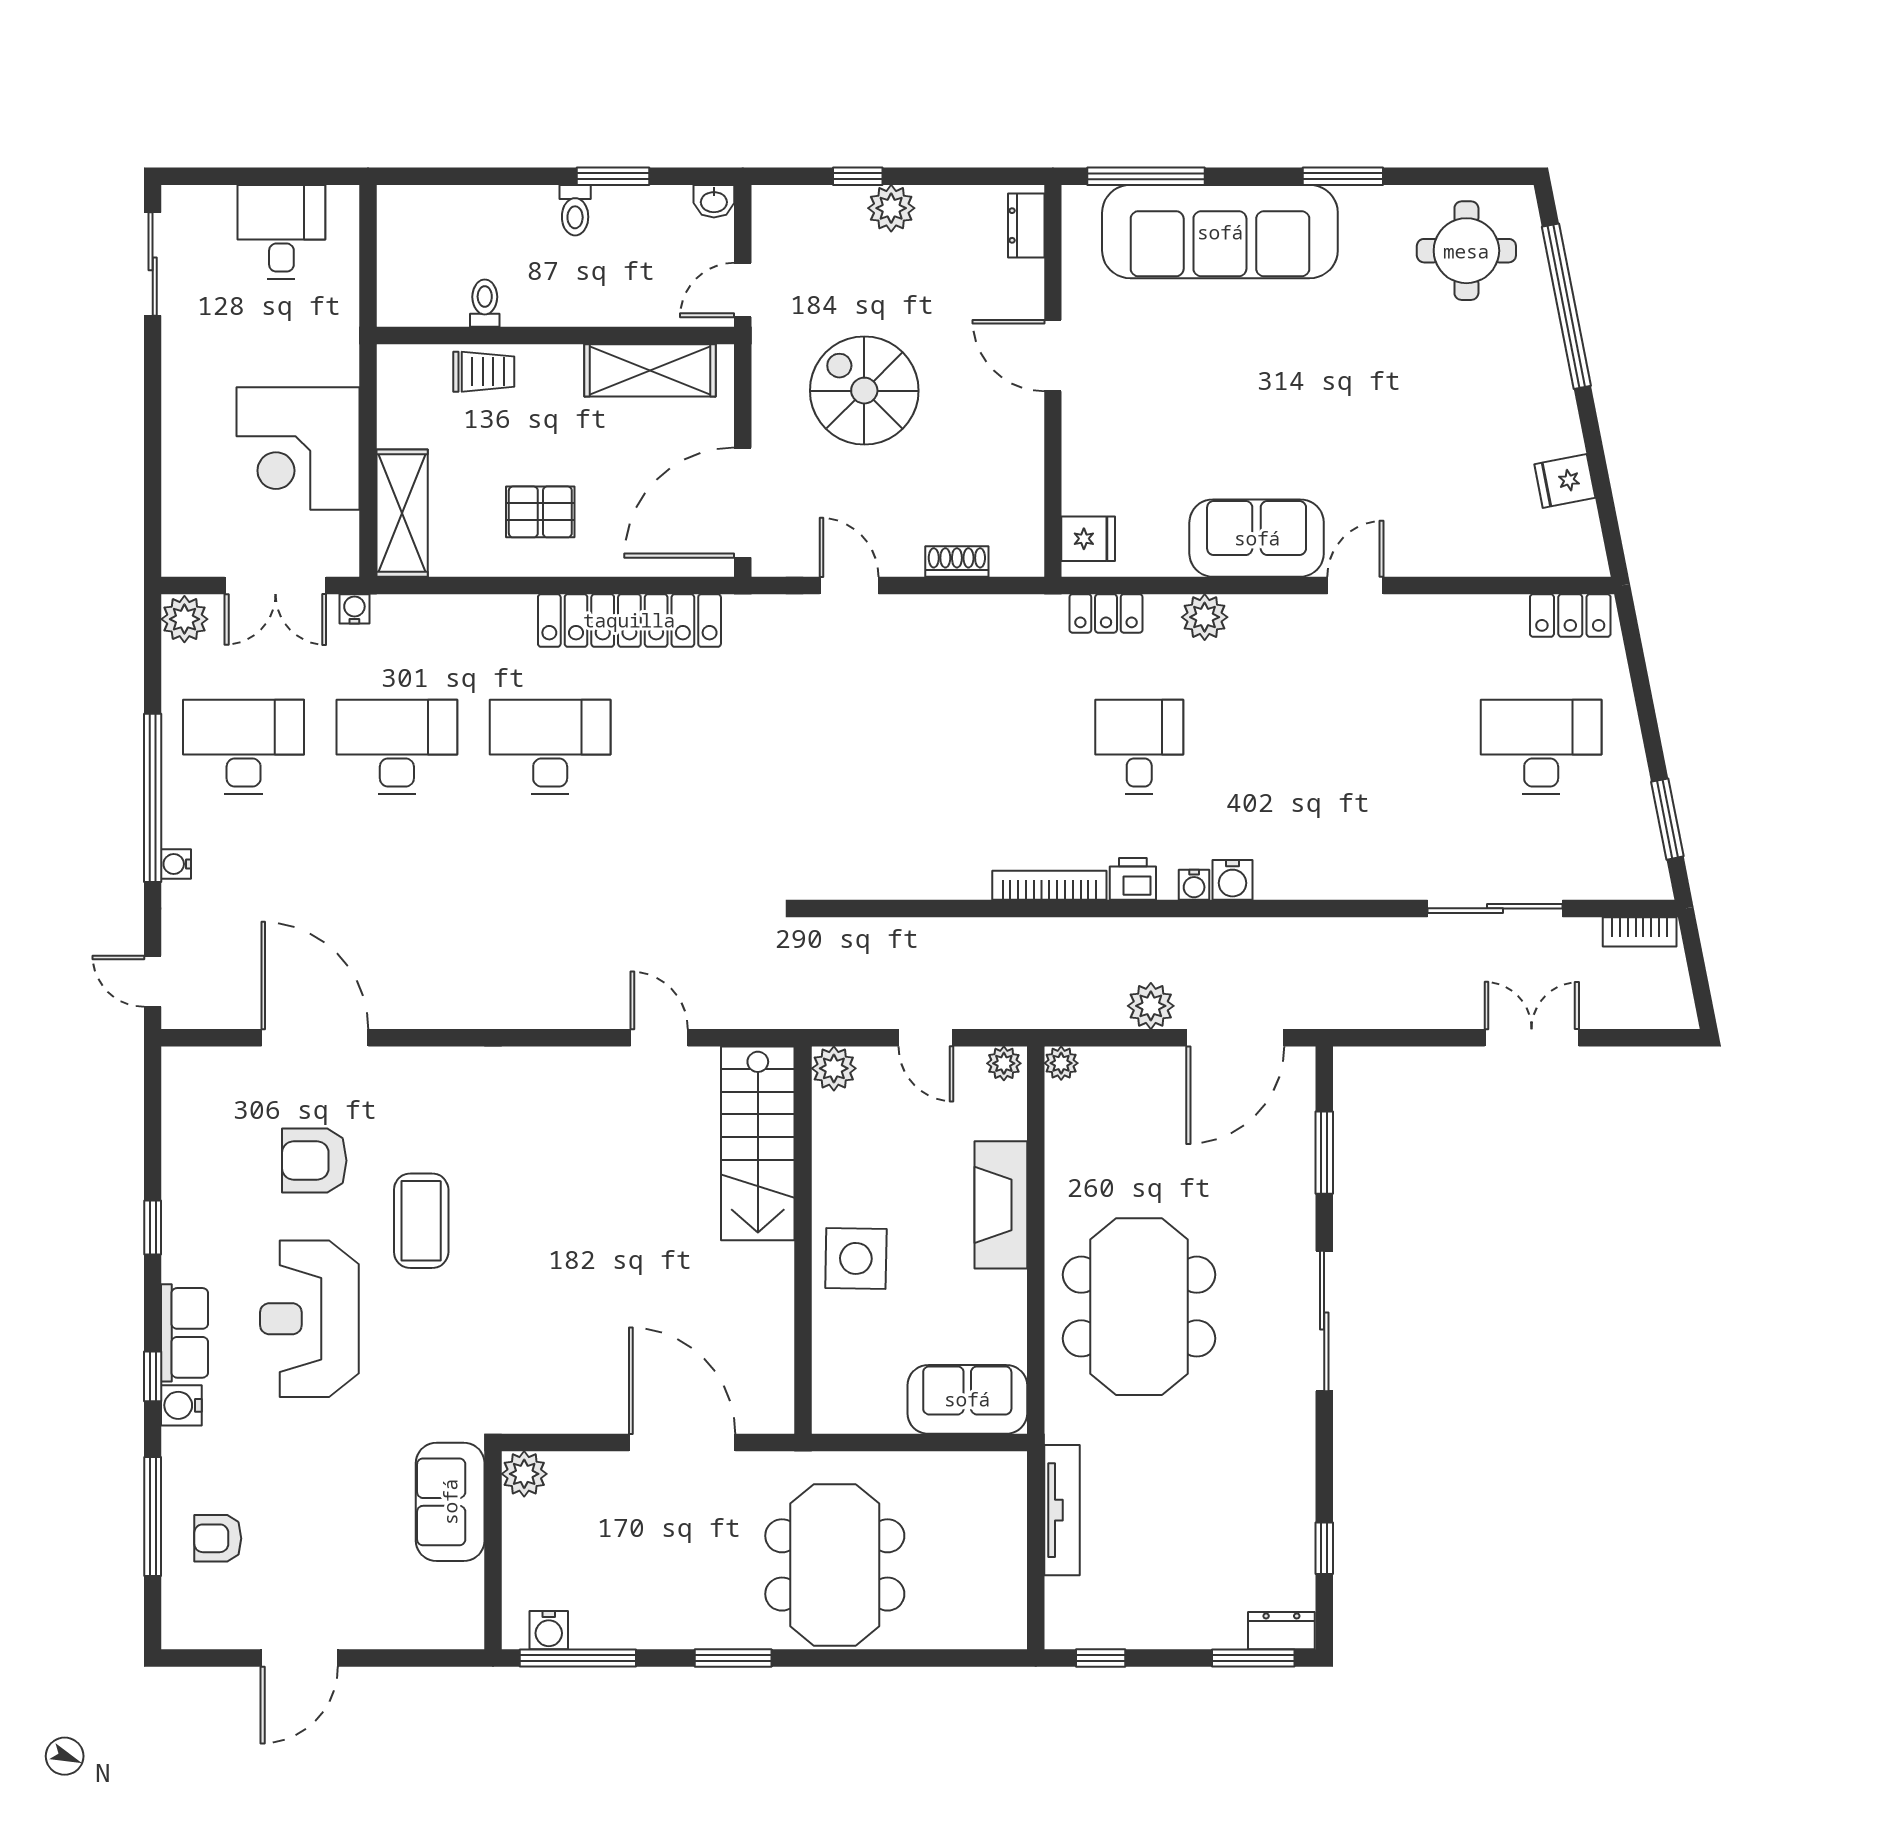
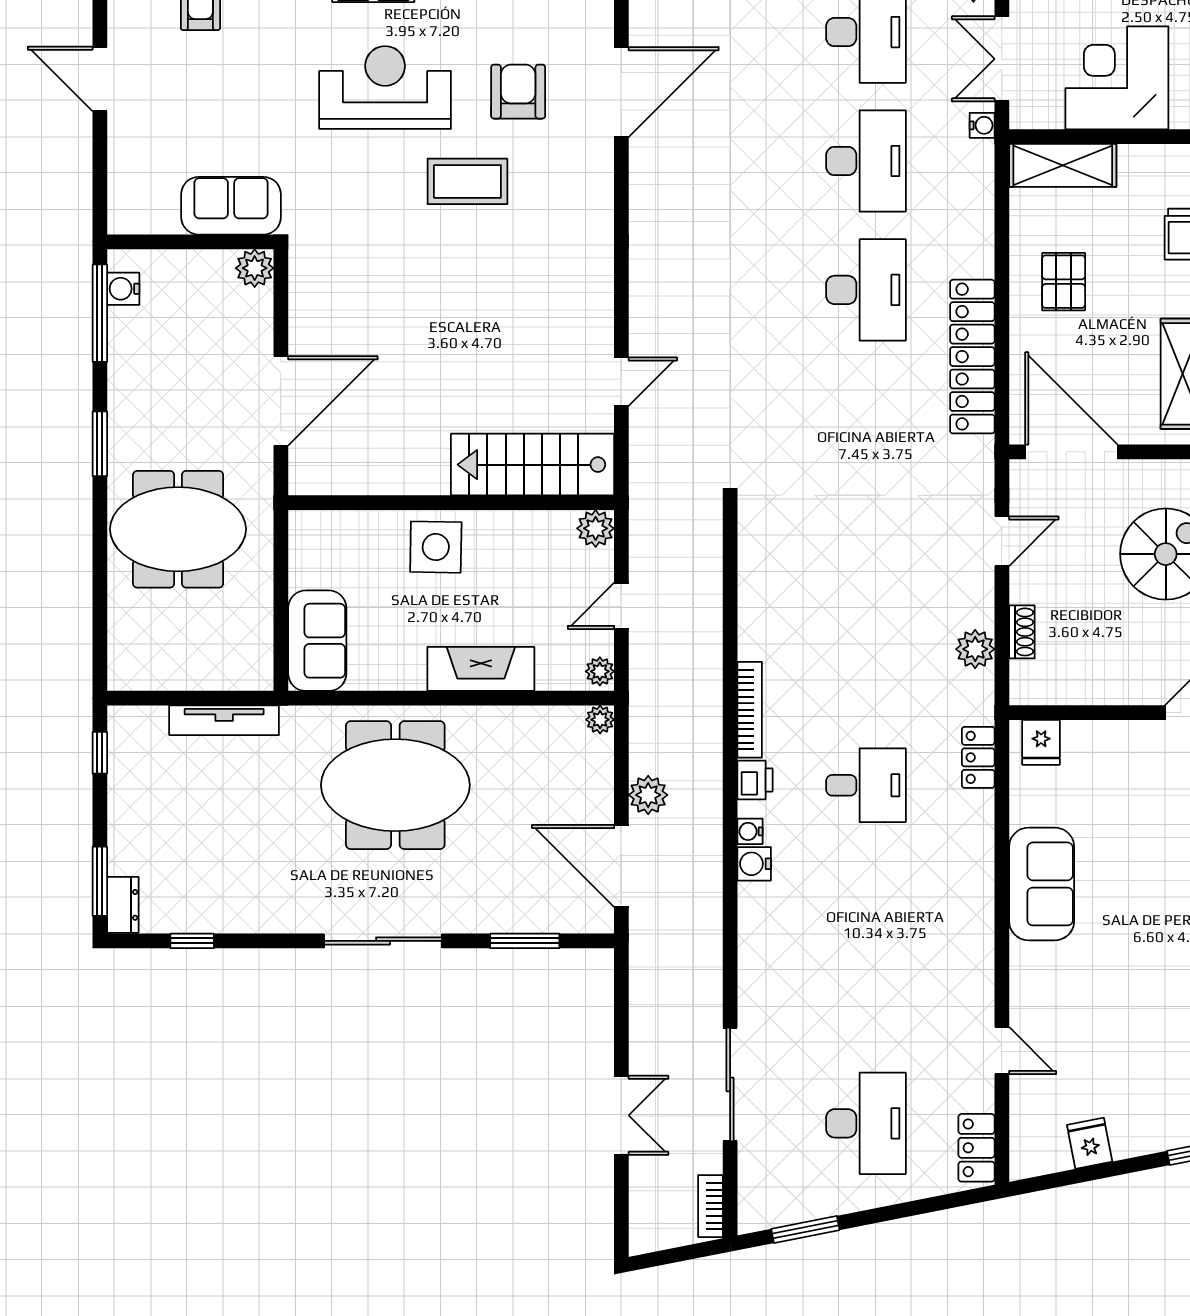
door: (1355, 585) -> (1002, 1051), moved
plant: (1205, 617) -> (975, 649), moved

